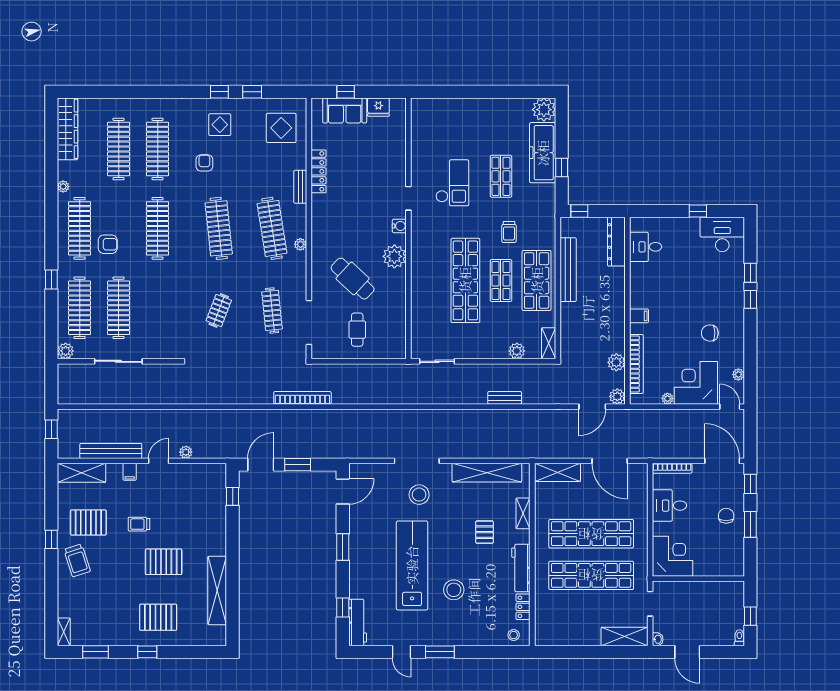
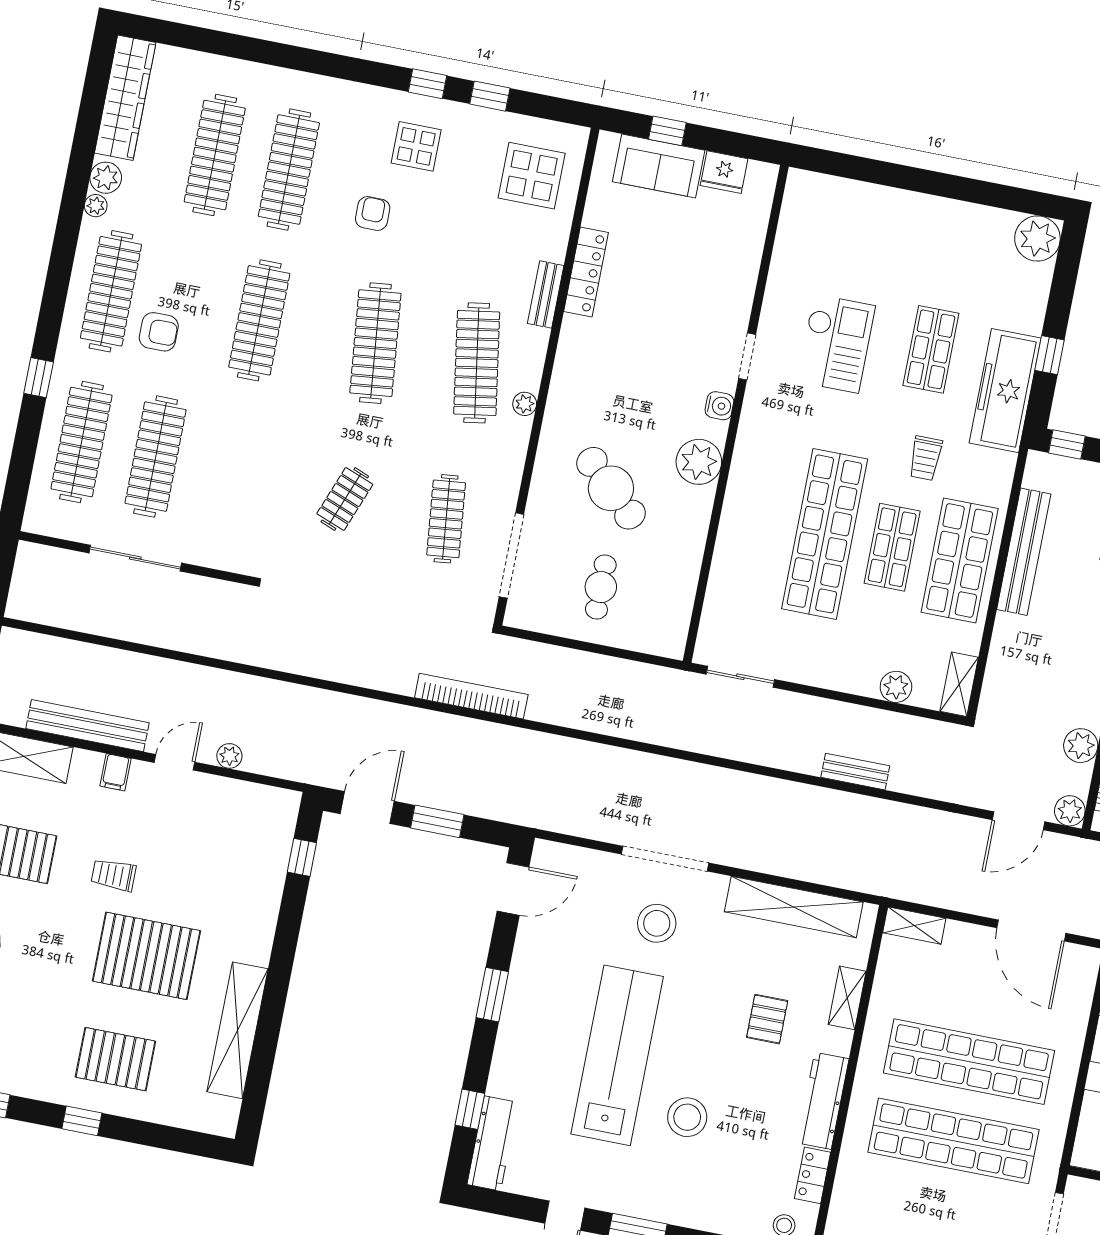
freezer: (543, 153) -> (1005, 391), moved
plant: (66, 351) -> (106, 178), moved
shelving: (557, 472) -> (914, 926), width x0.67, depth x0.75
pallet: (164, 562) -> (146, 956), width x1.37, depth x1.41

